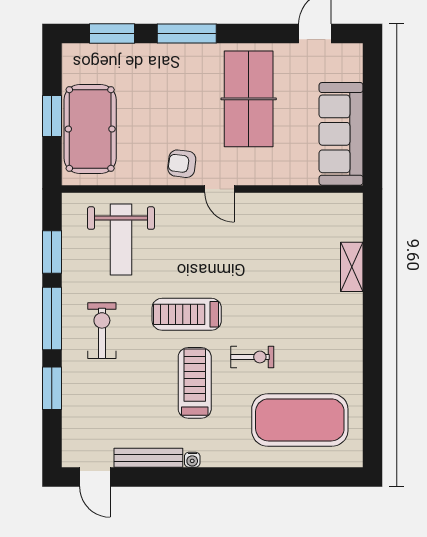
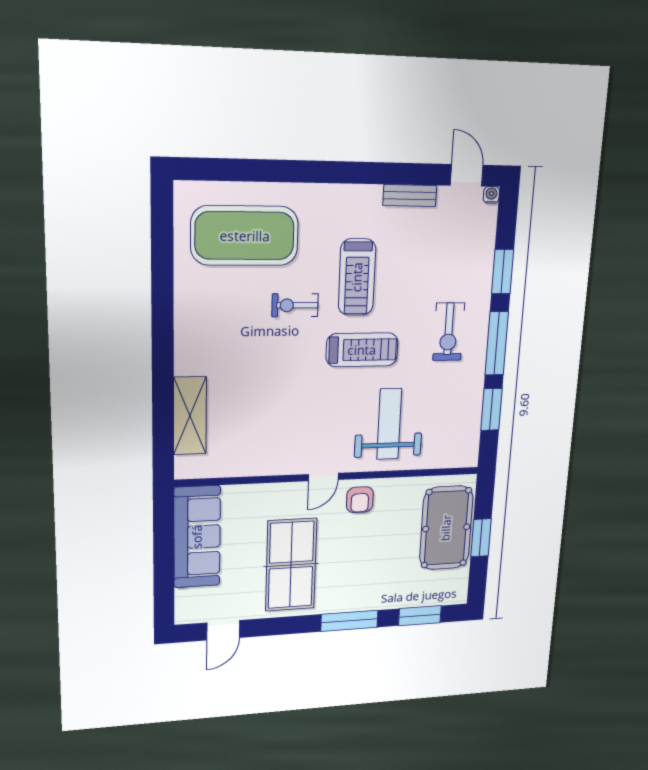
armchair: (182, 164) -> (360, 500), turned 83
door: (219, 189) -> (323, 477), swing flipped
weight bench: (121, 239) -> (389, 424), moved
shelving: (352, 267) -> (190, 416), width x1.50, depth x1.33
bench: (148, 458) -> (410, 195), width x0.73
water cooler: (192, 460) -> (491, 195), moved

